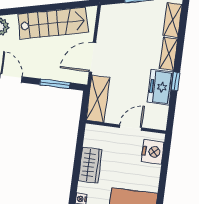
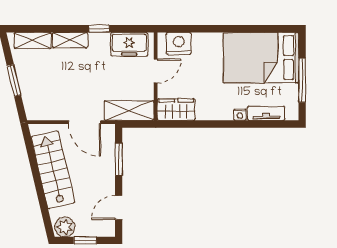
freezer: (160, 87) -> (129, 44), moved
door: (131, 128) -> (156, 71), swing flipped
wardrobe: (90, 165) -> (176, 110), moved

